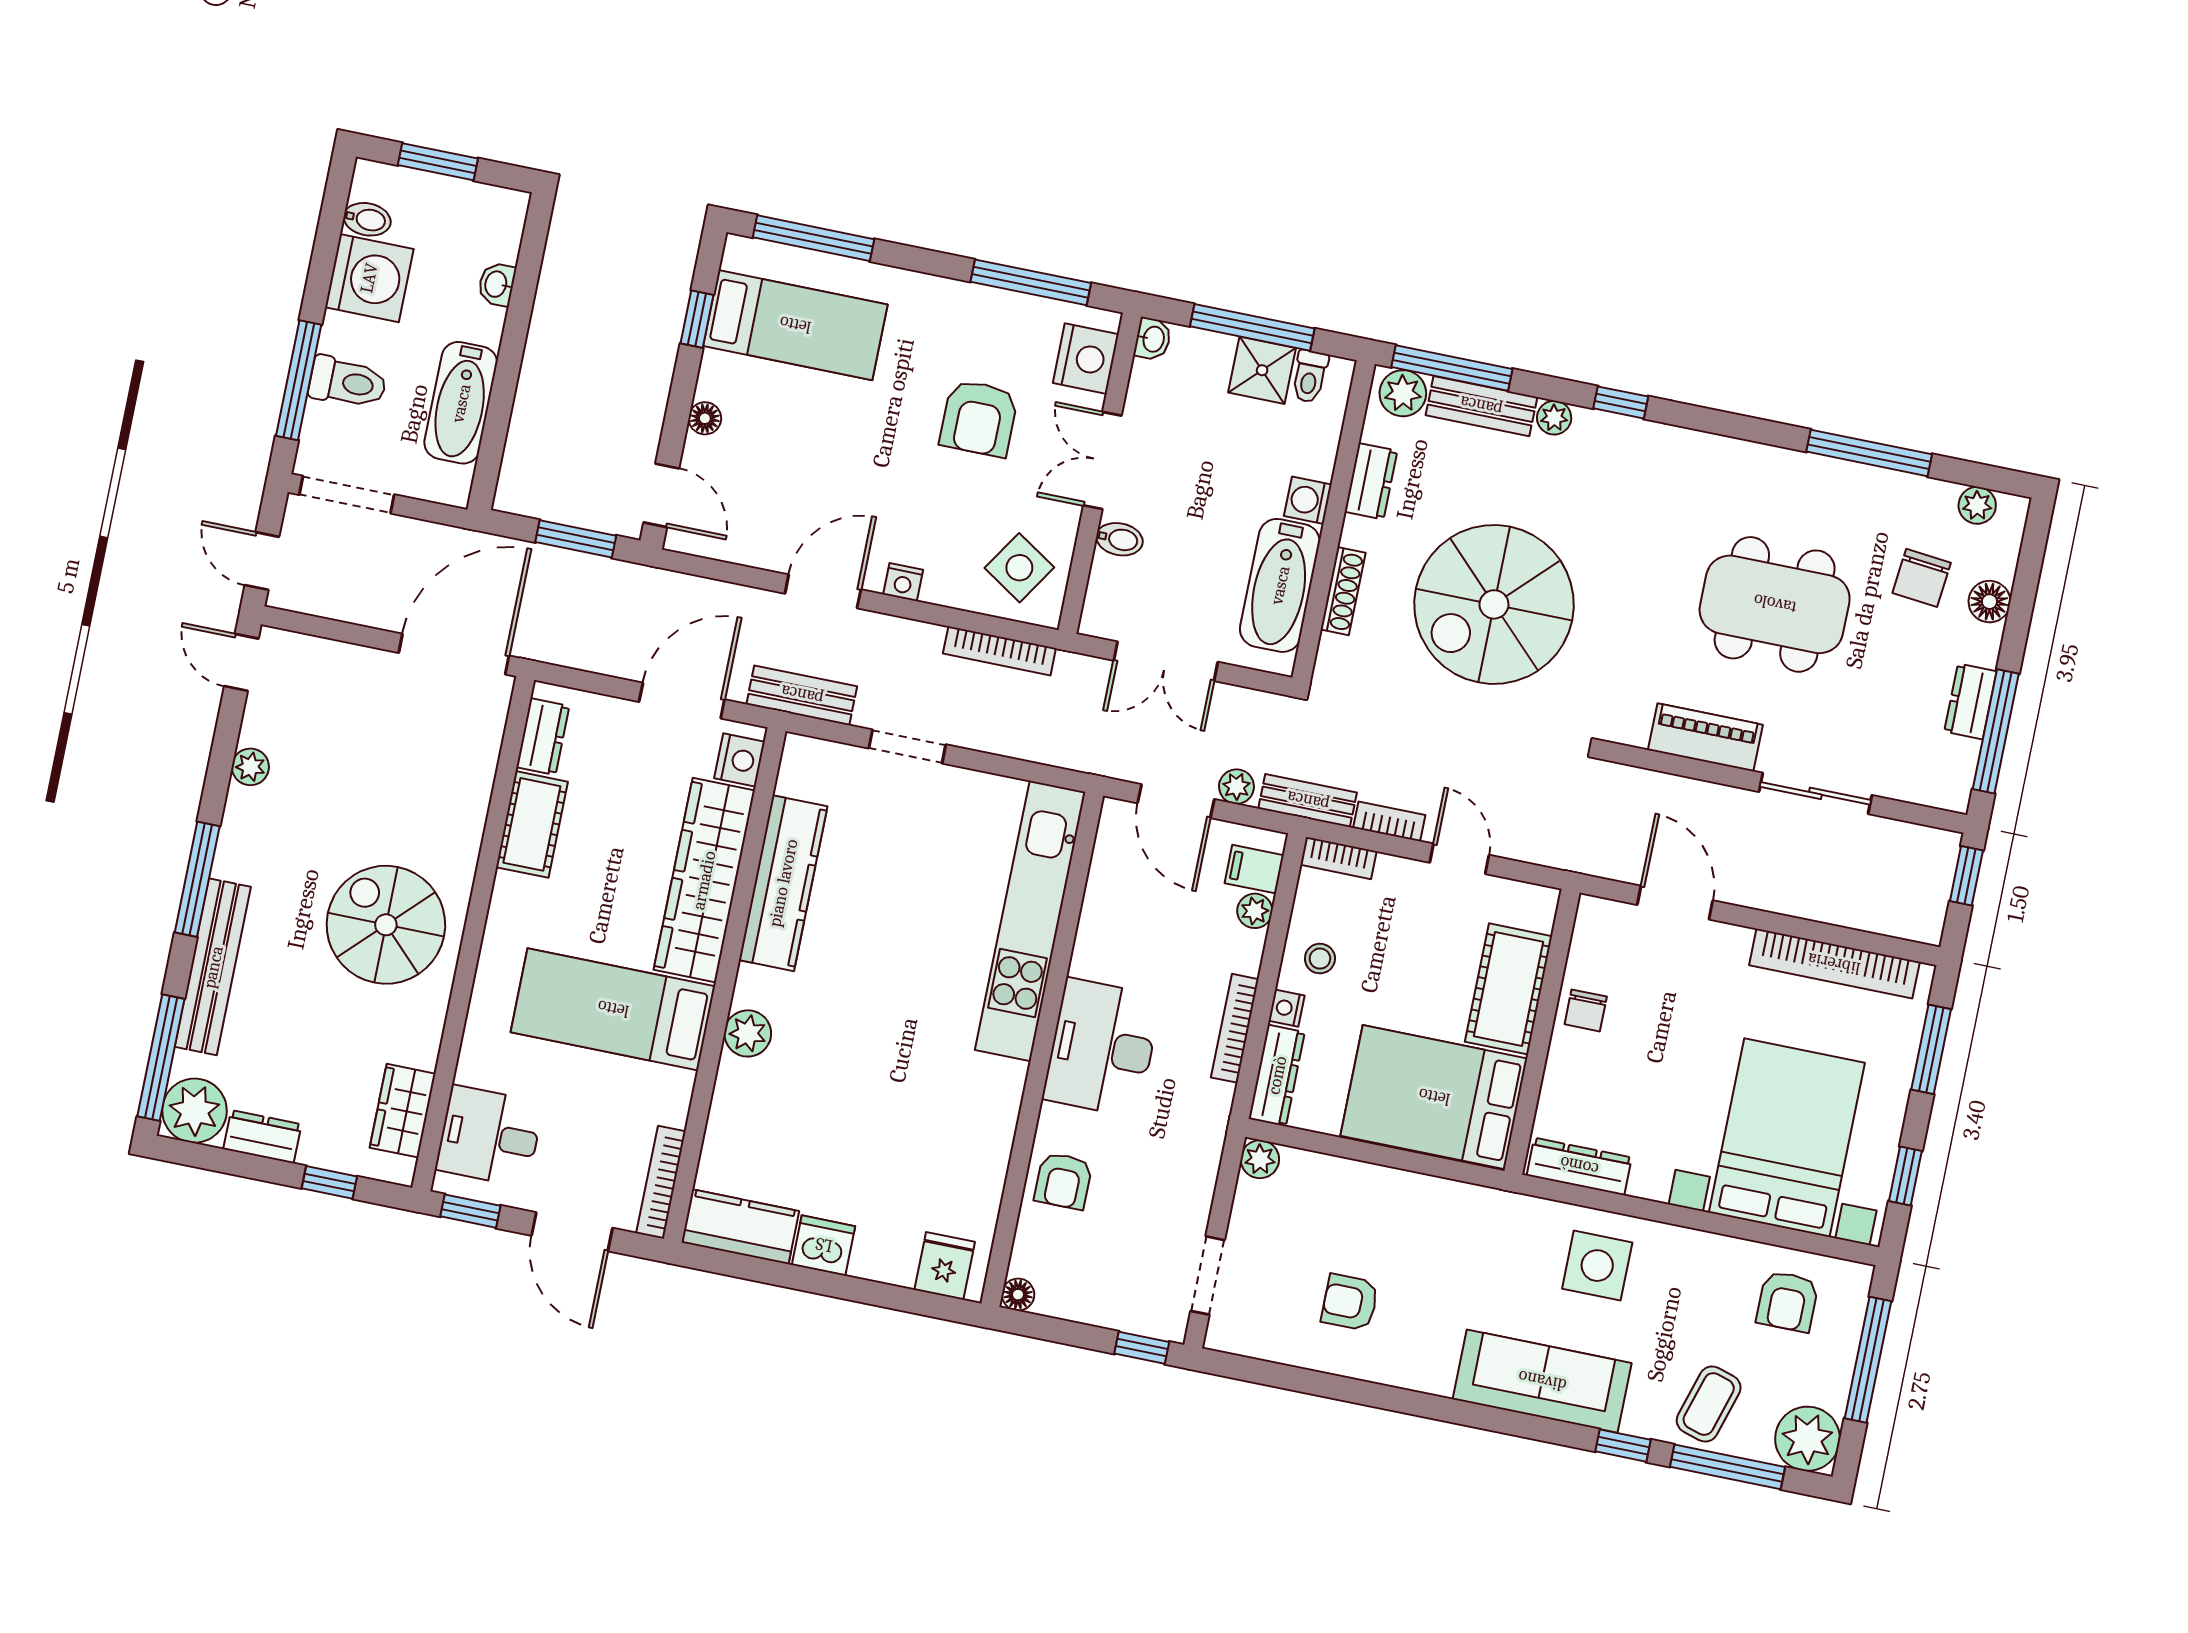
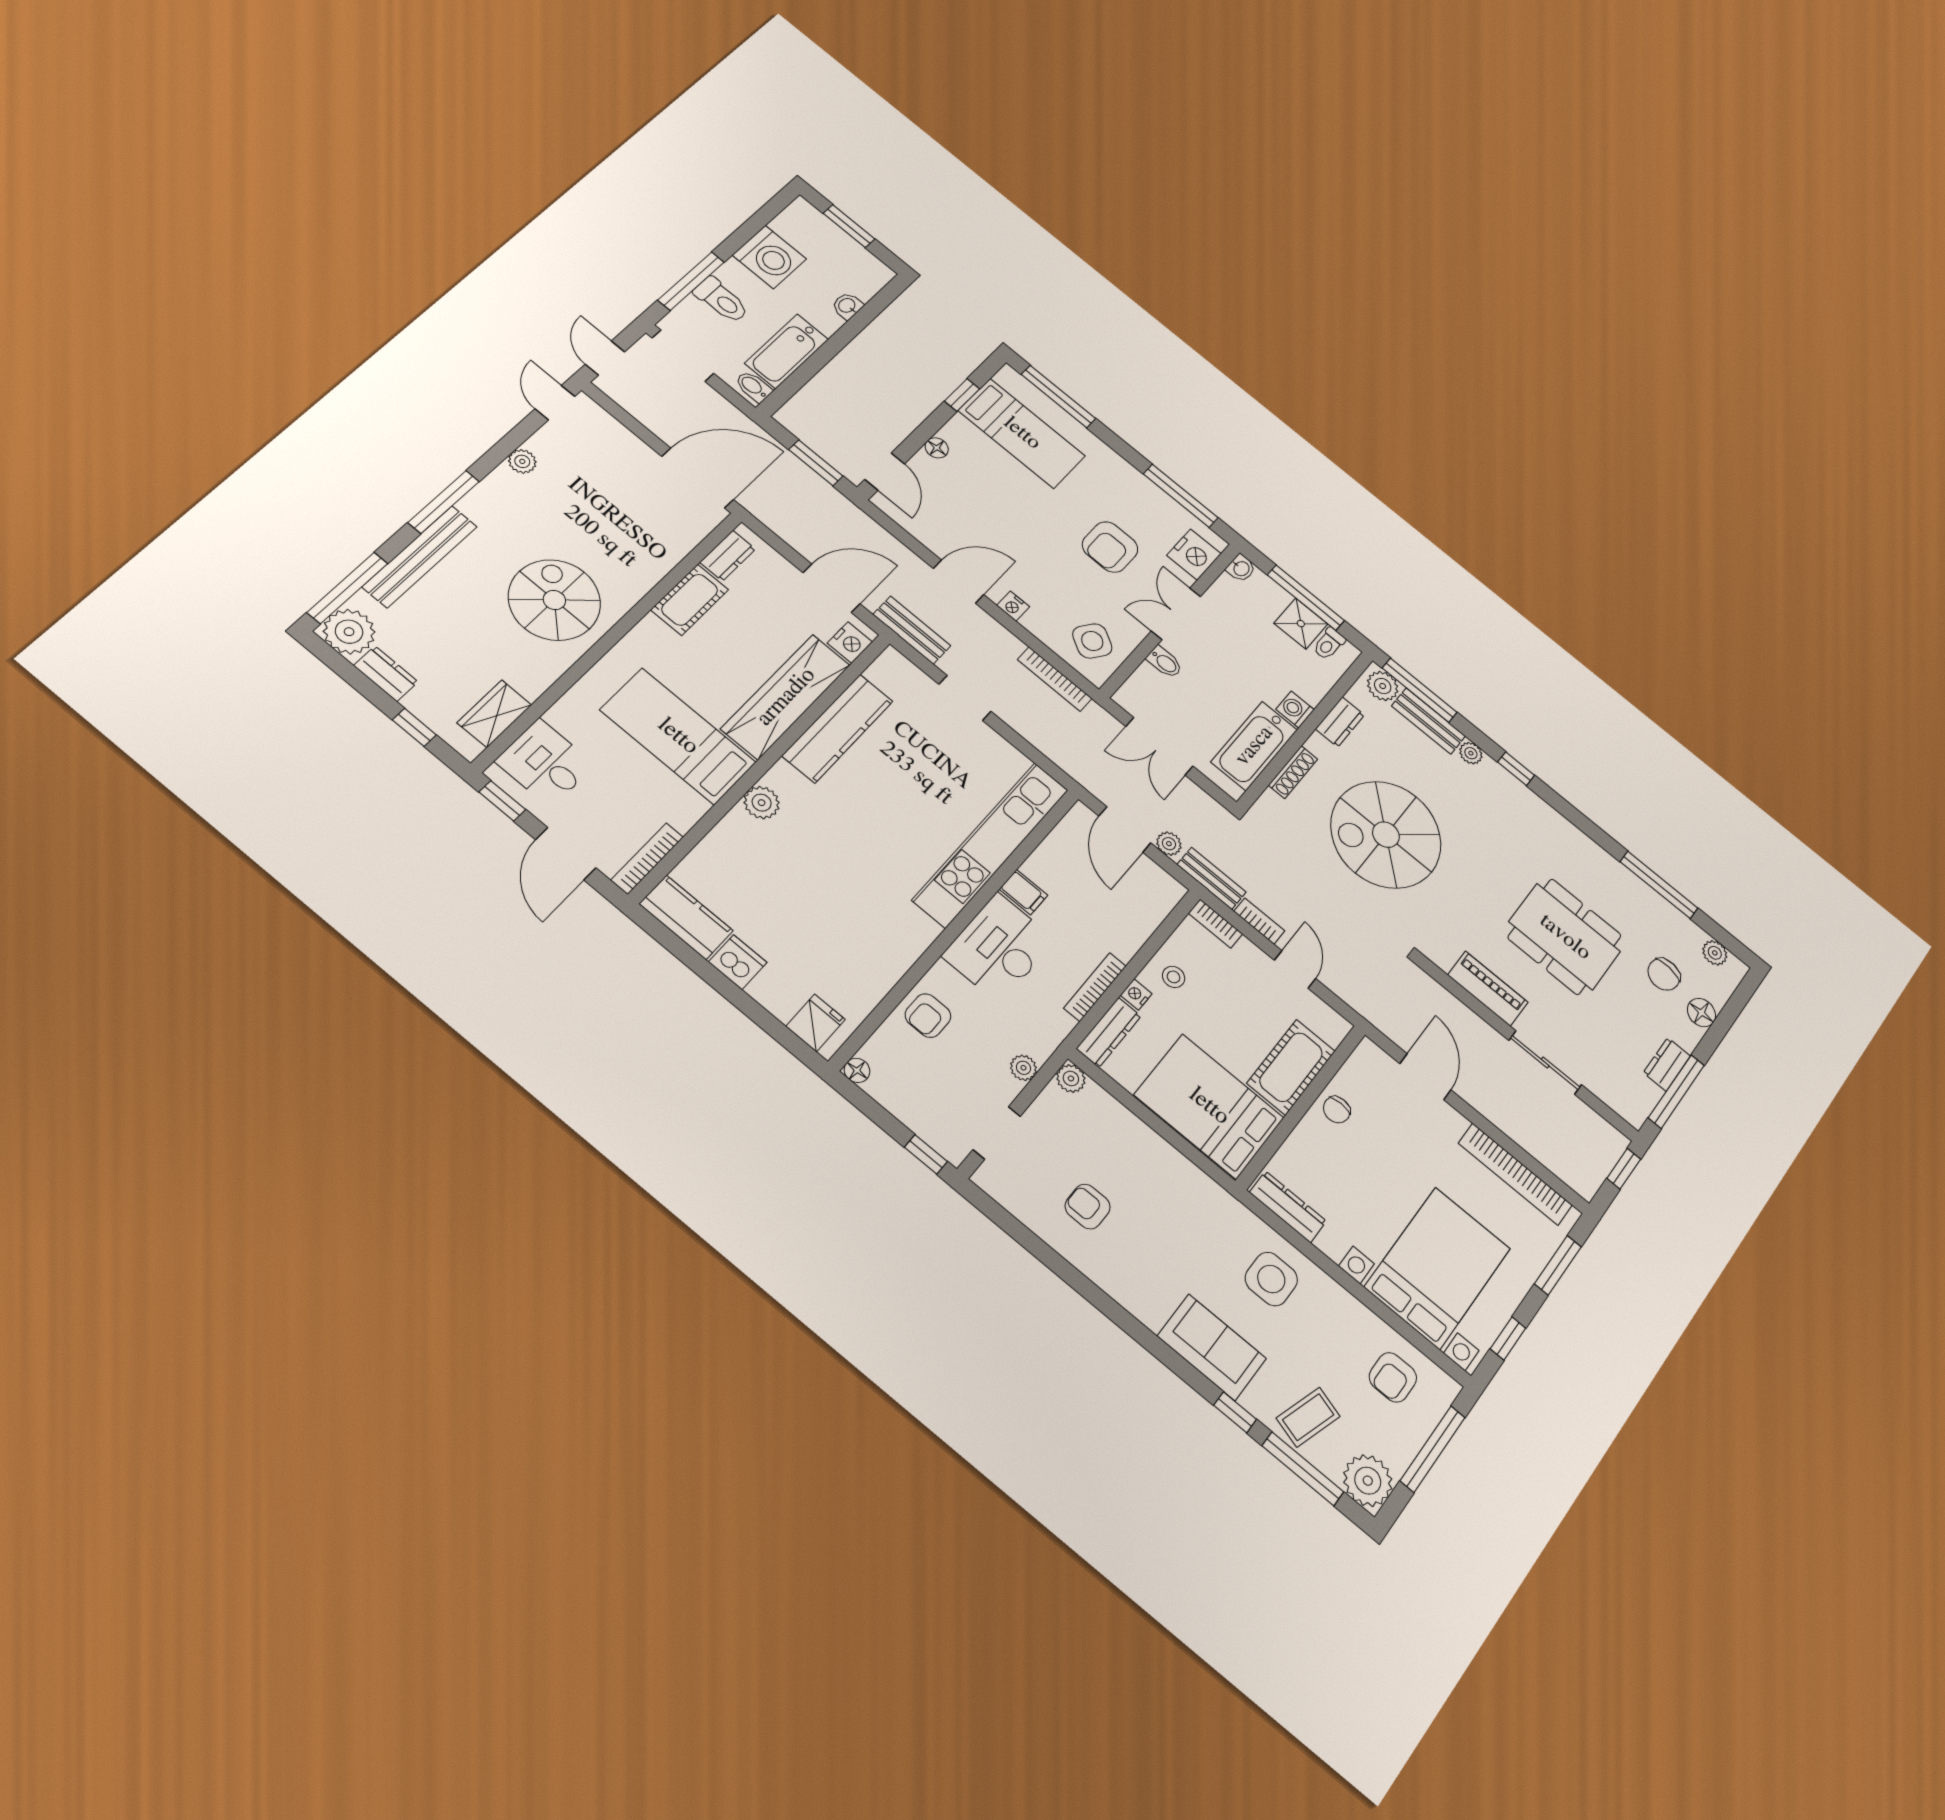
bidet: (367, 219) -> (753, 387), moved, turned 180
filing cabinet: (1254, 869) -> (1023, 892), moved, turned 180
plant: (1255, 911) -> (1023, 1068), moved
sofa: (1542, 1381) -> (1212, 1347), width x0.73

